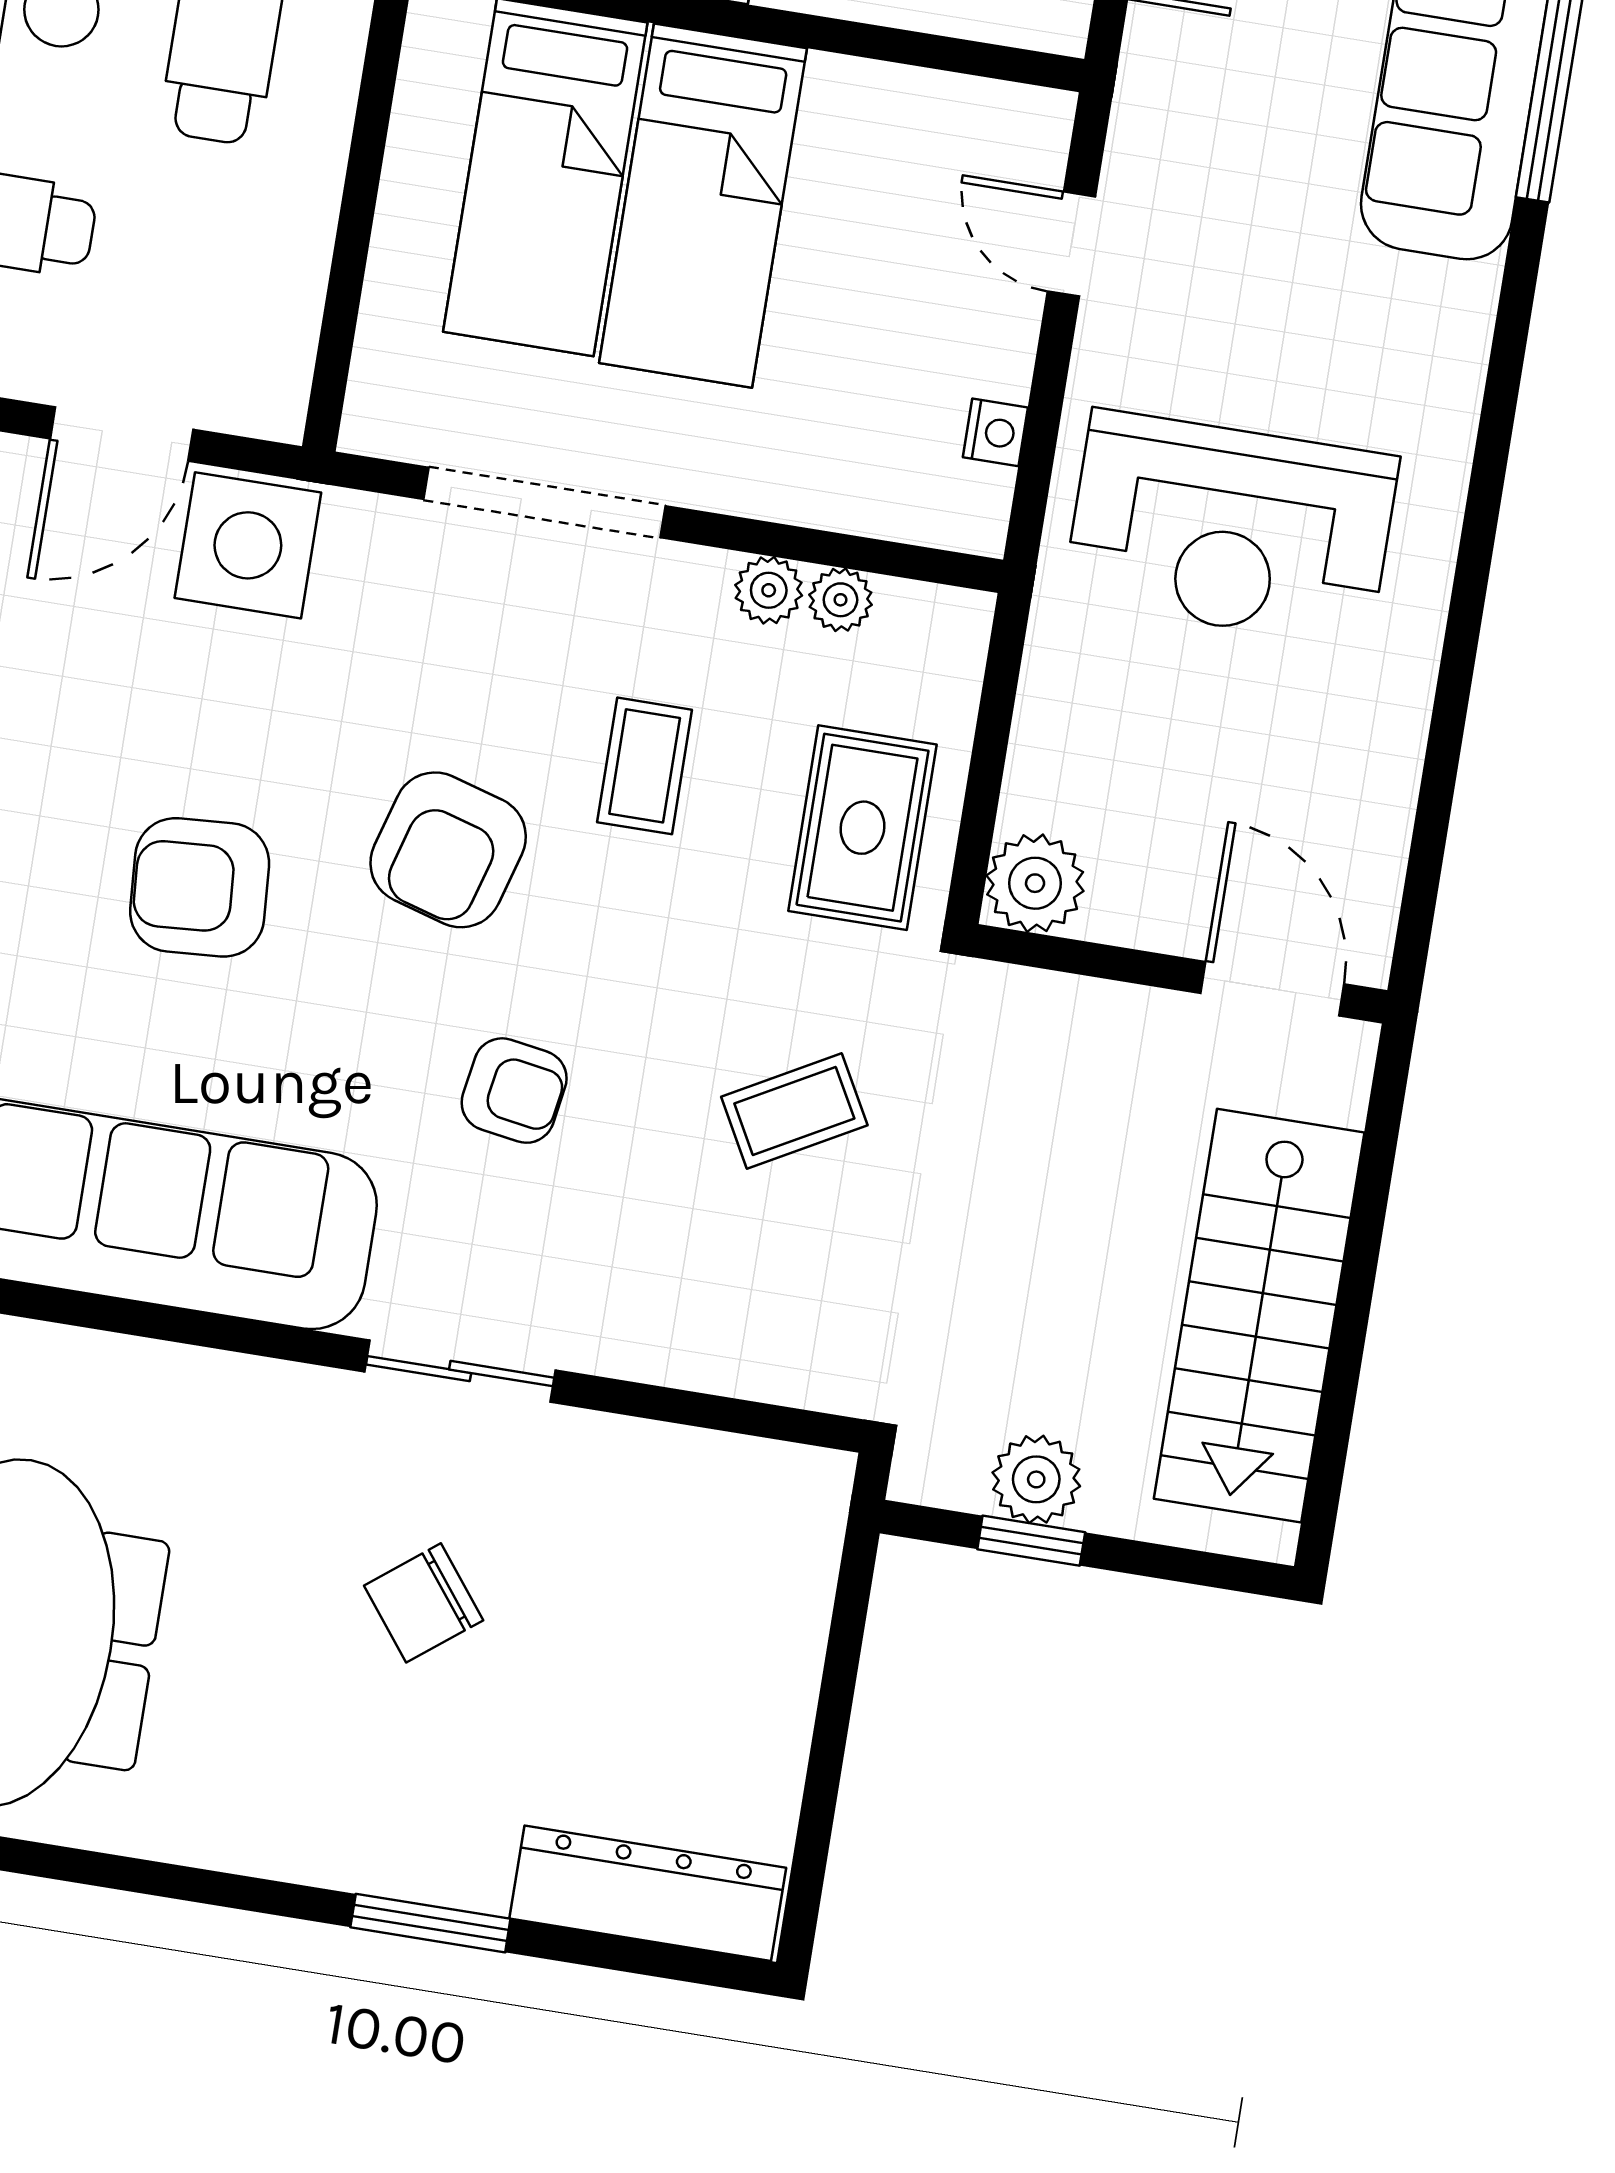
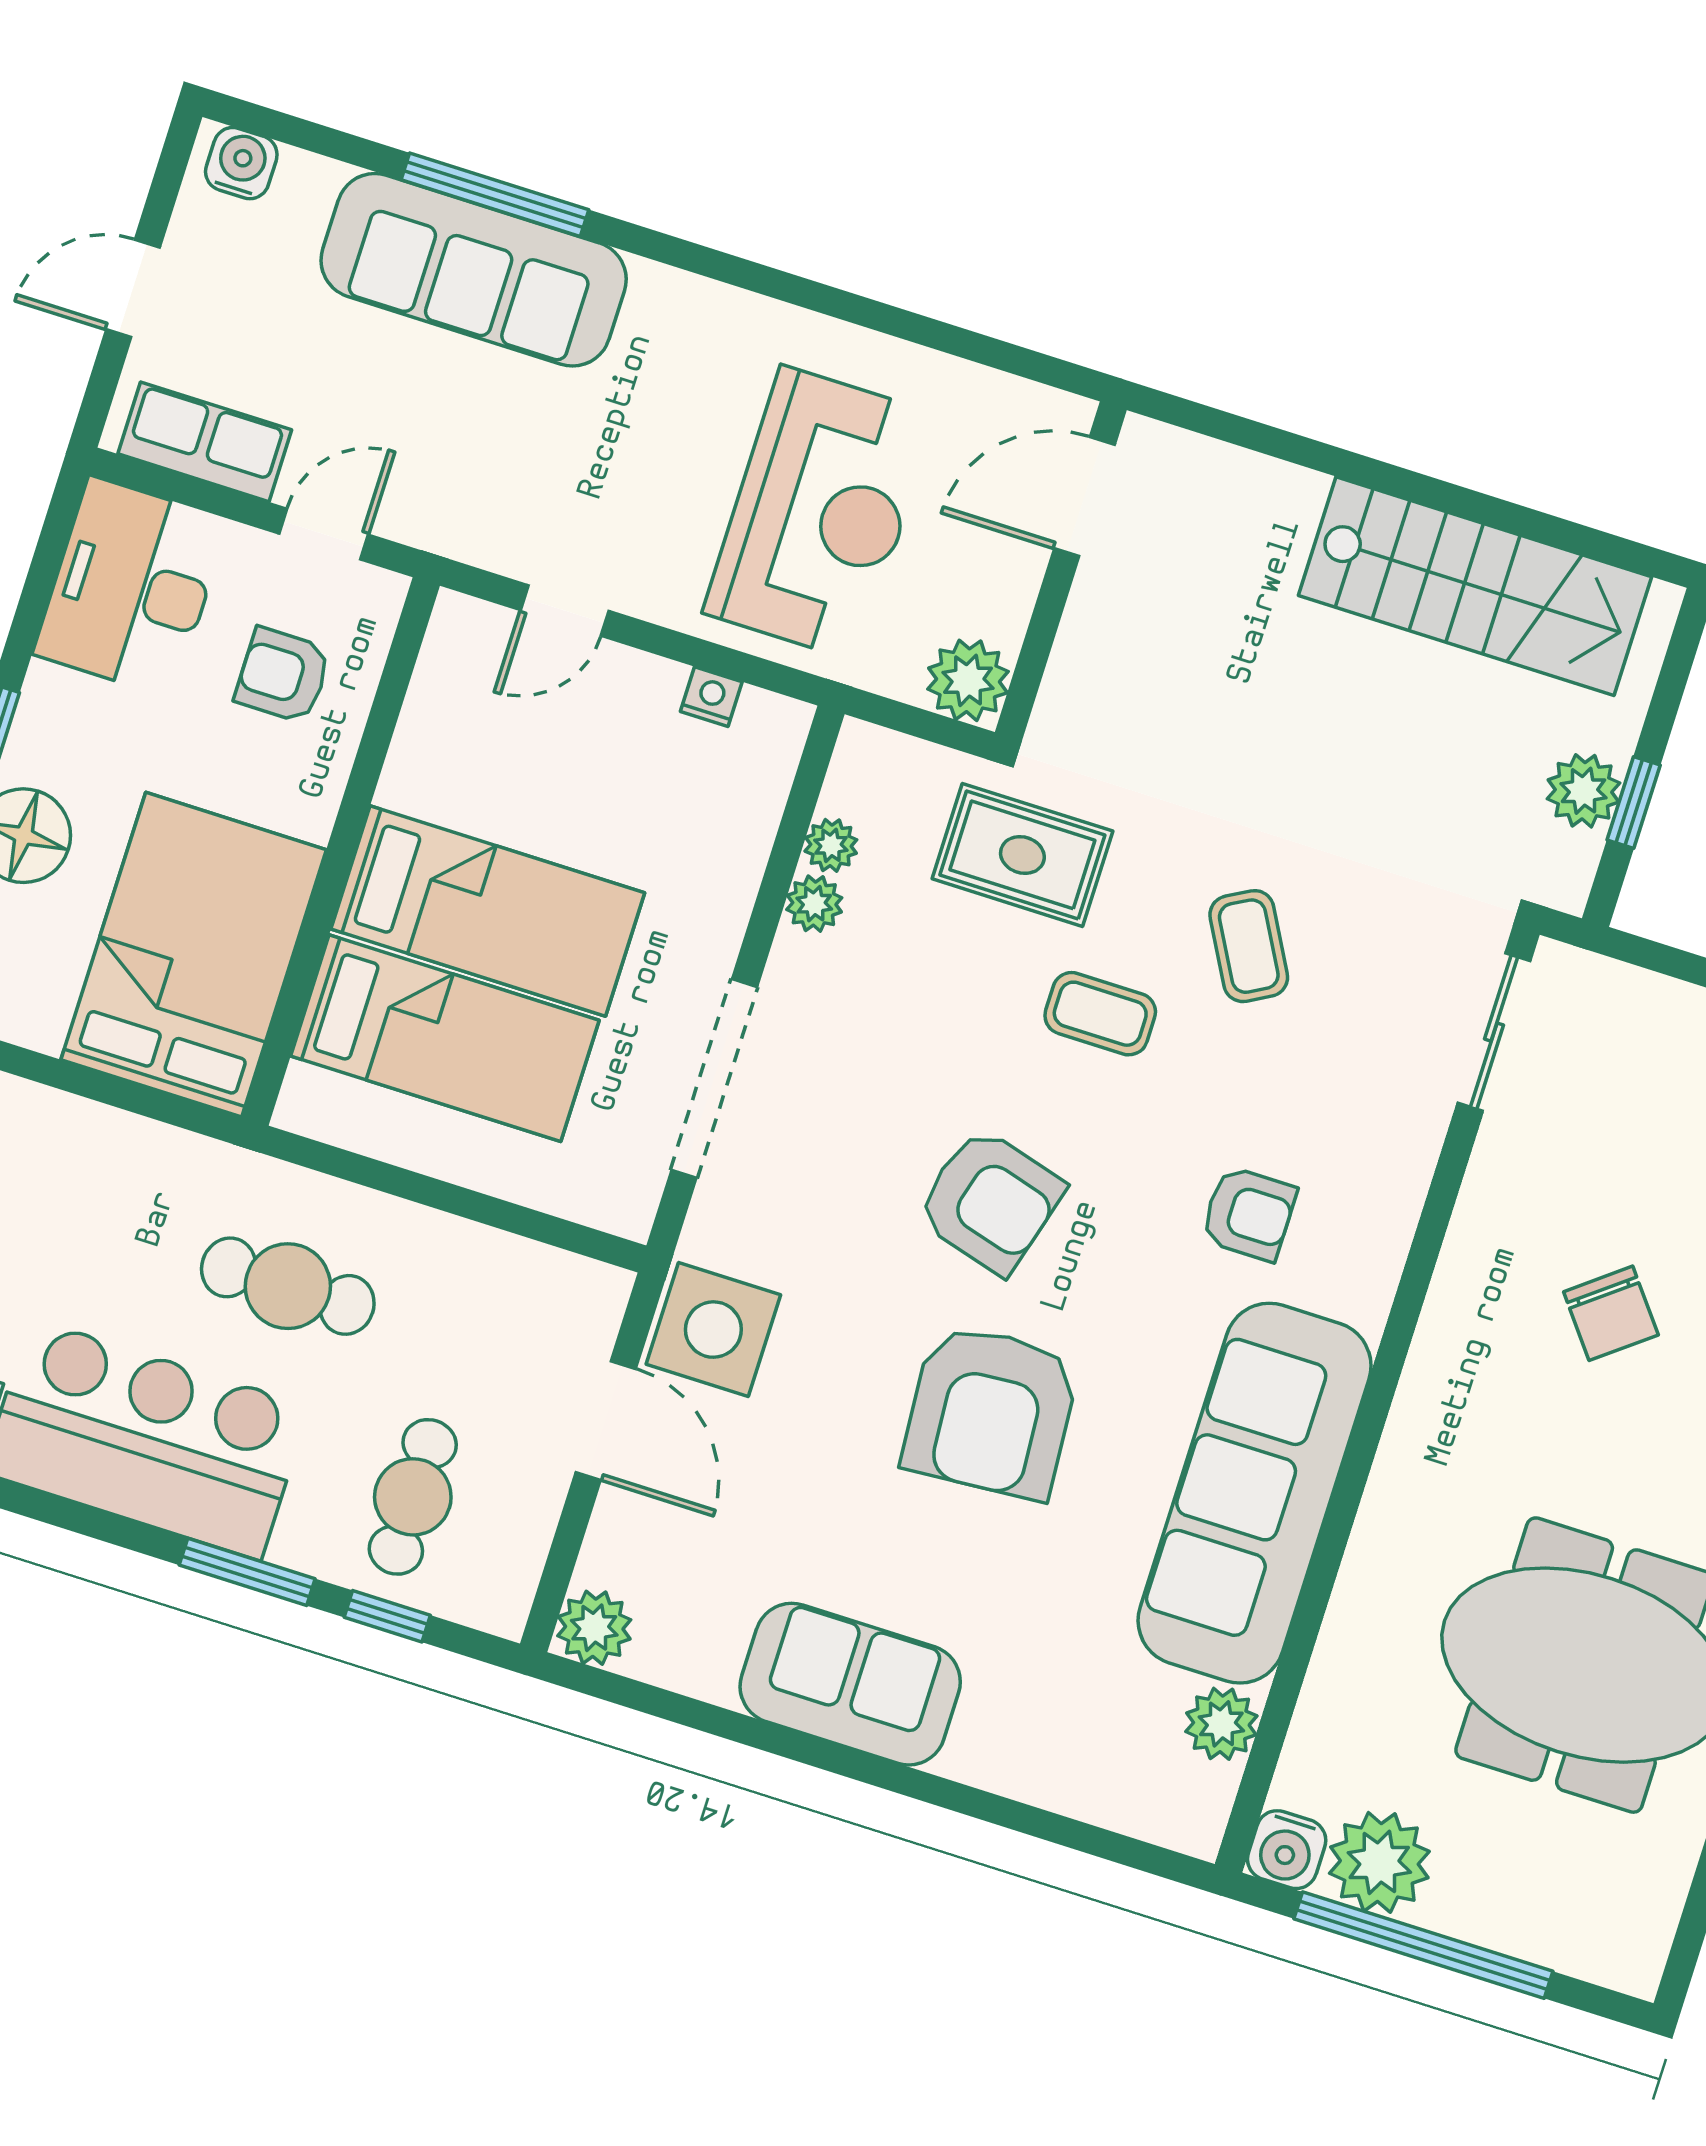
coffee table: (645, 766) -> (1100, 1014), moved
plant: (1035, 883) -> (968, 680), moved
armchair: (200, 887) -> (991, 1411), width x1.36, depth x1.36
wall: (1180, 974) -> (1061, 571), moved
door: (1272, 989) -> (1084, 497), moved
armchair: (514, 1091) -> (1249, 1214), moved, turned 81
sliding door: (460, 1371) -> (1494, 1032), moved

